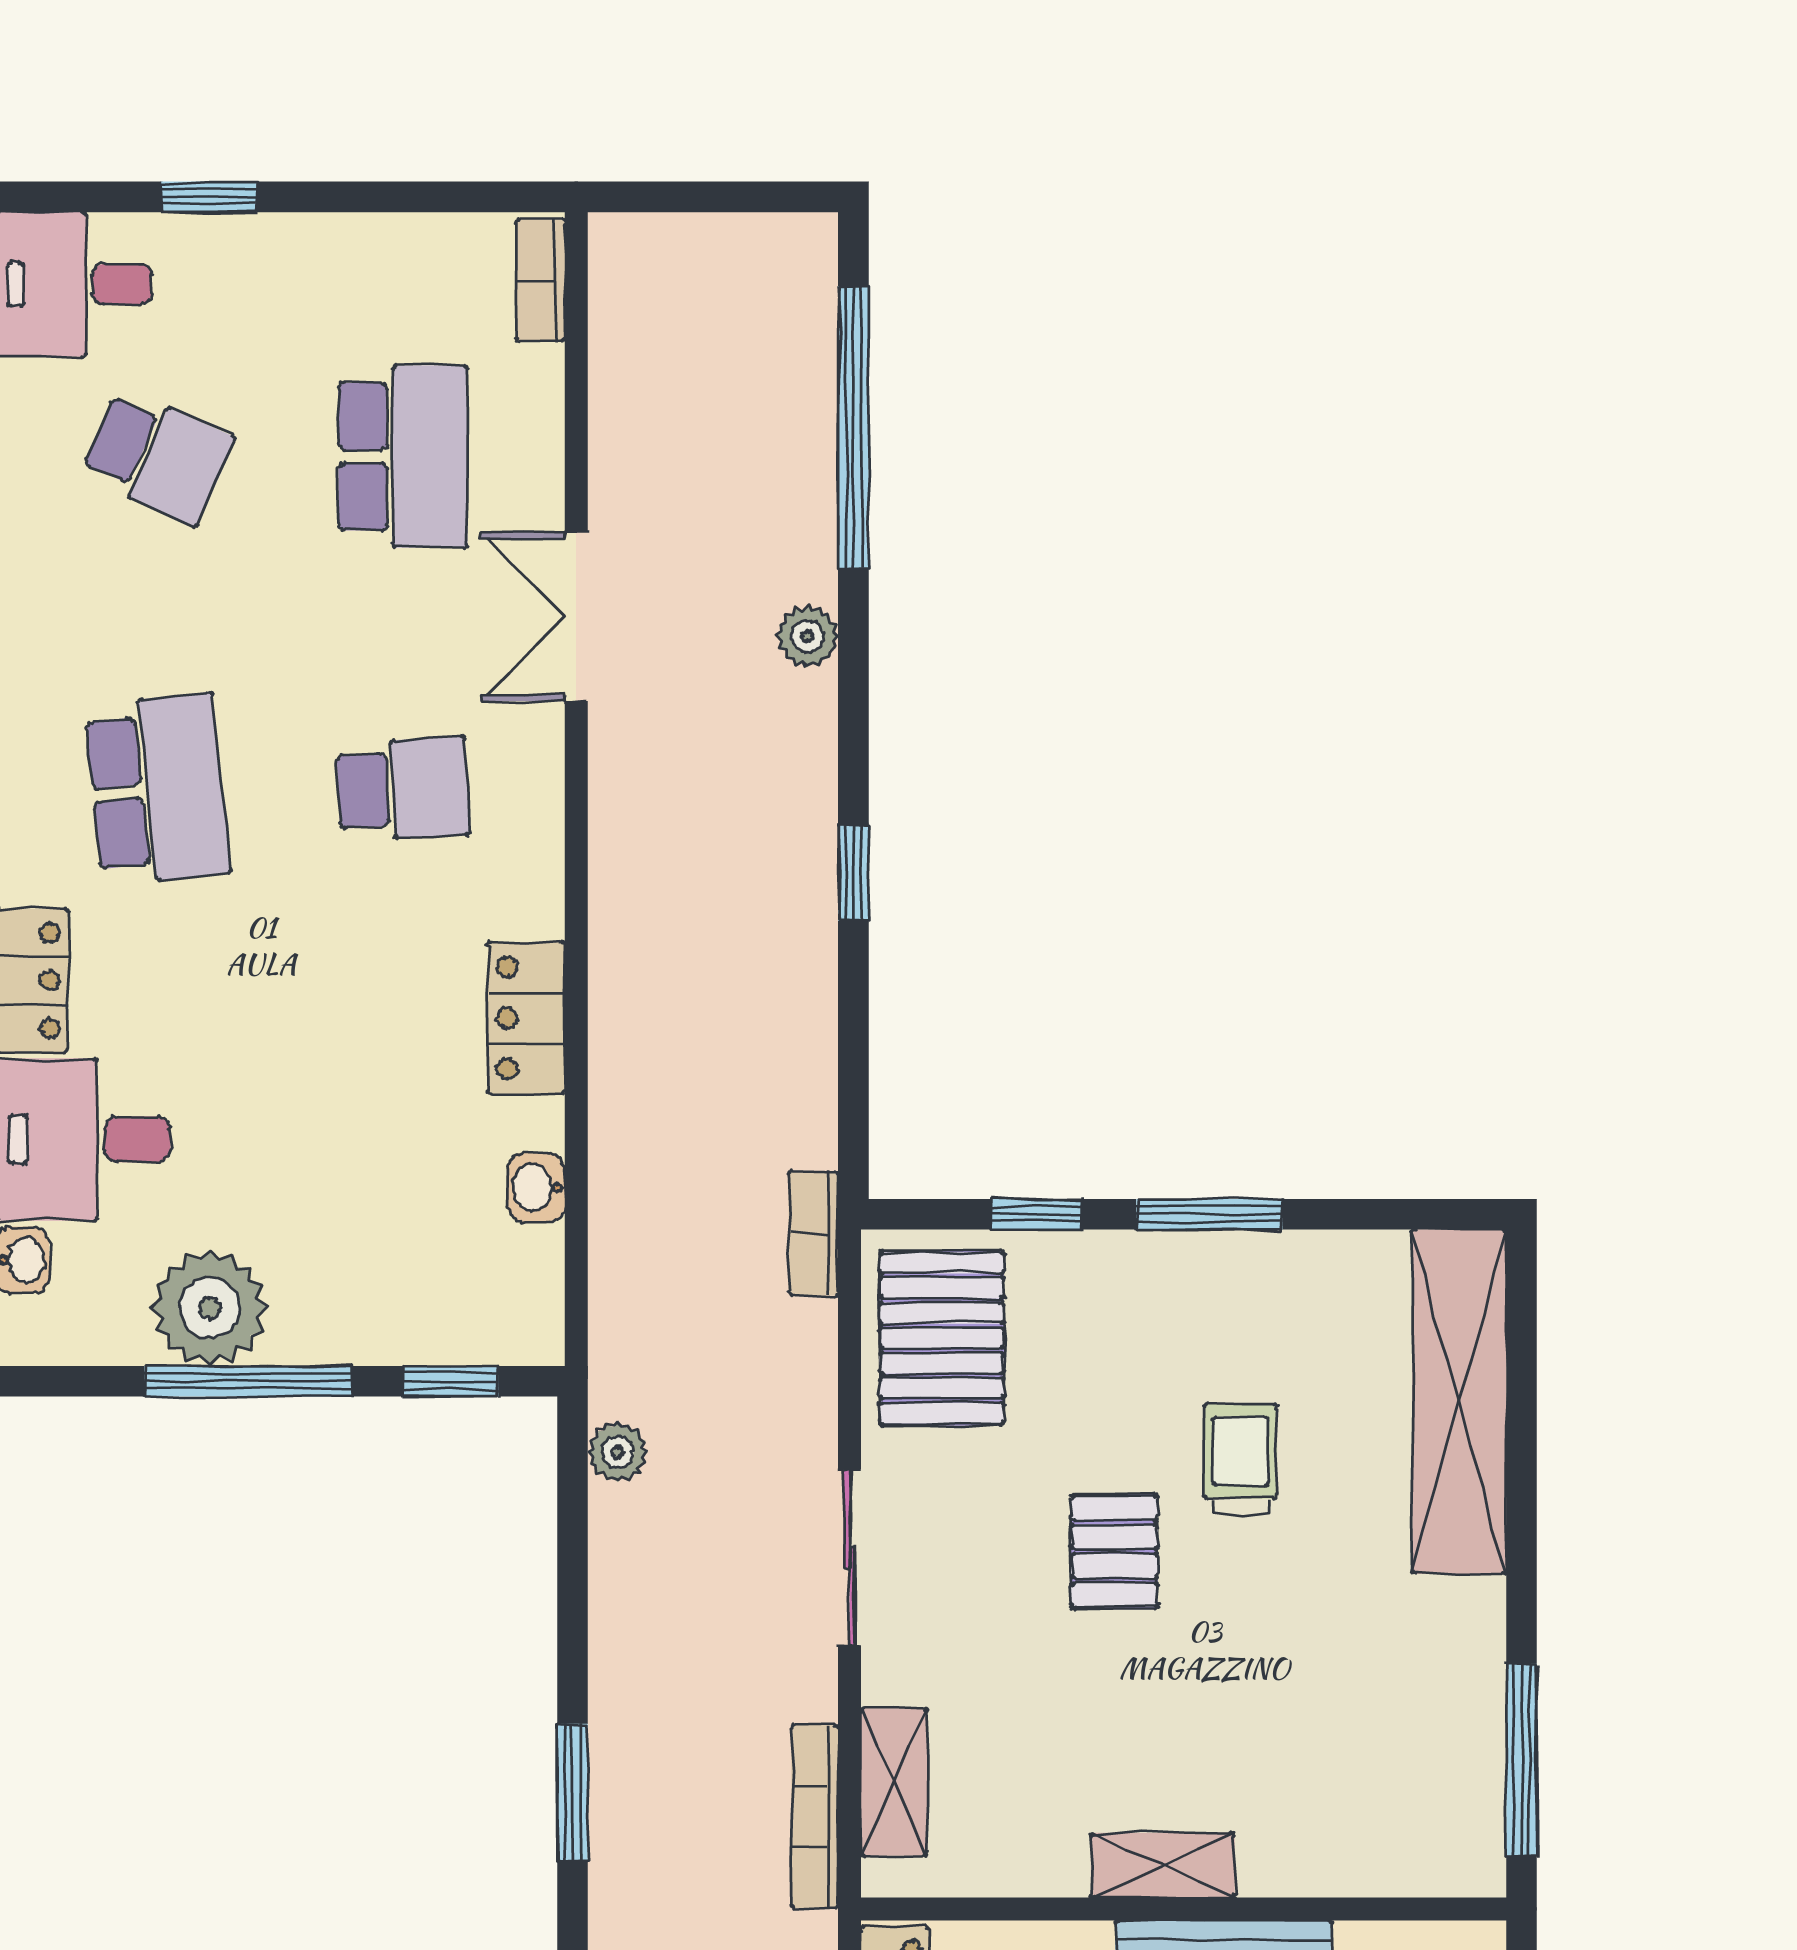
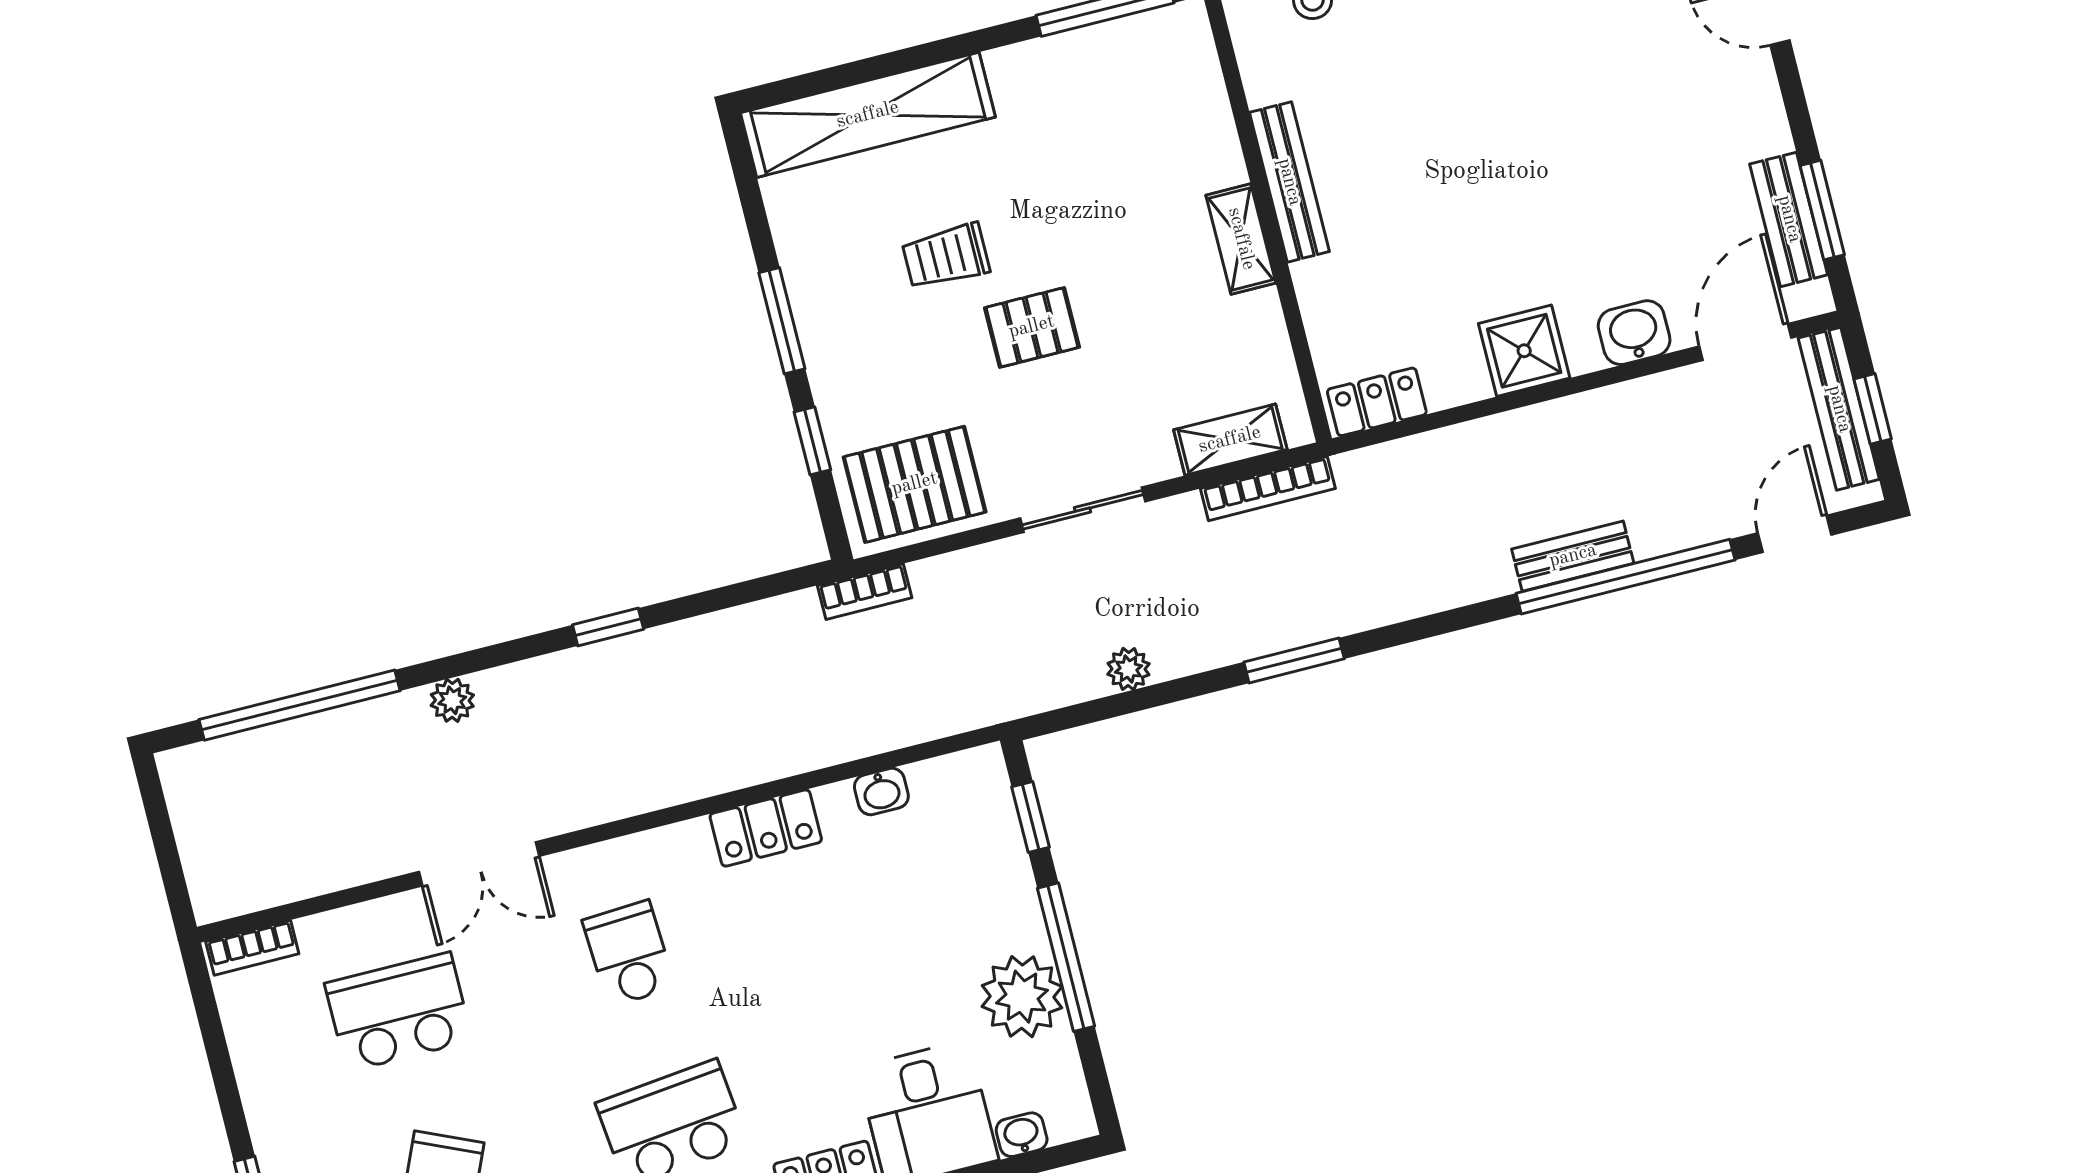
plant: (618, 1452) -> (1128, 669), moved

